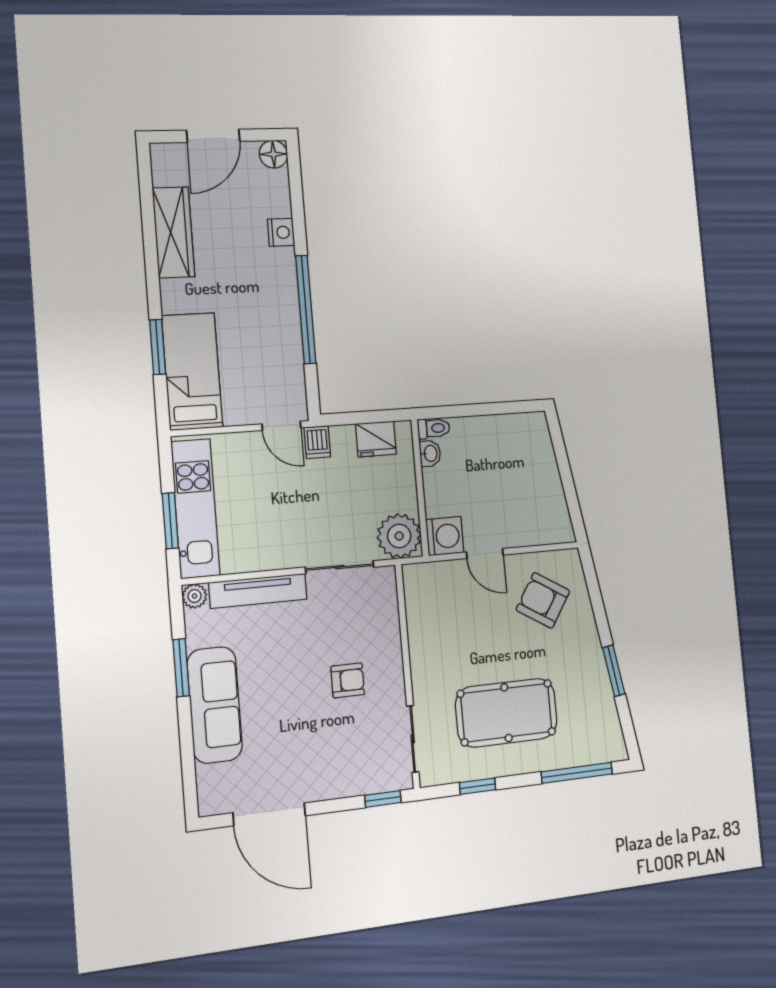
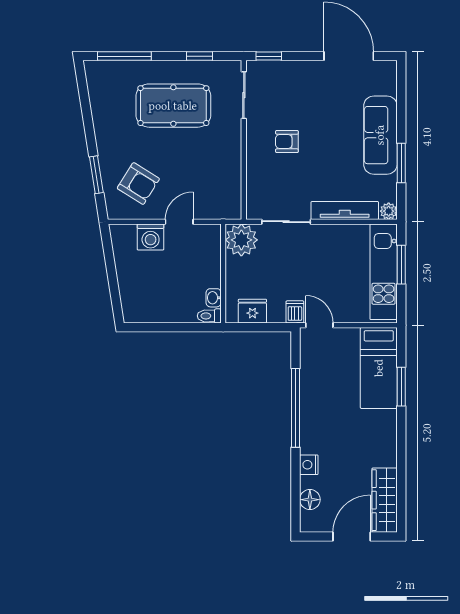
floor lamp: (273, 154) -> (310, 500), moved
wardrobe: (173, 232) -> (385, 500), moved
washing machine: (445, 536) -> (151, 237), moved, turned -90
door: (485, 554) -> (179, 222), hinge flipped
window: (614, 671) -> (96, 175), moved

